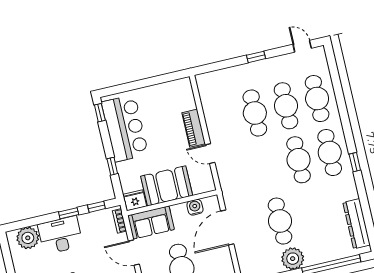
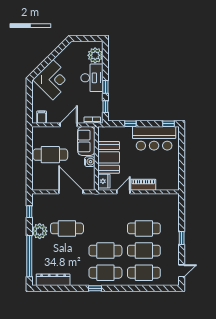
fridge: (135, 200) -> (104, 181), moved
water cooler: (195, 207) -> (90, 162), moved

